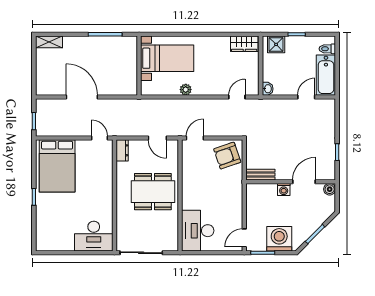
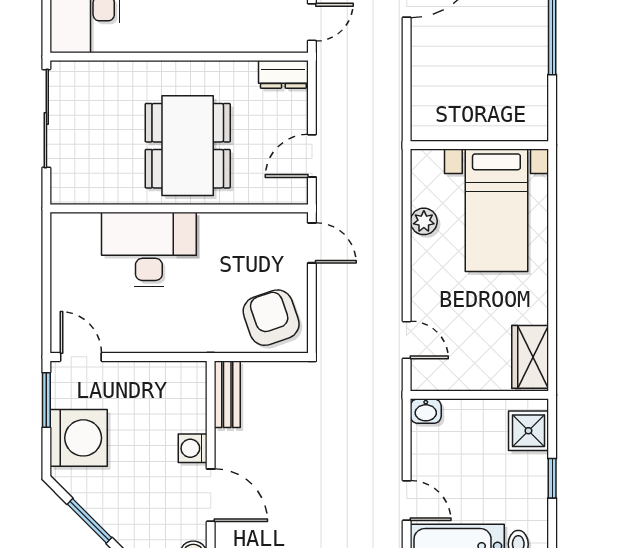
bed with nightstands: (167, 58) -> (496, 210), moved
wall: (139, 66) -> (479, 145), moved
desk: (198, 231) -> (149, 249), moved

